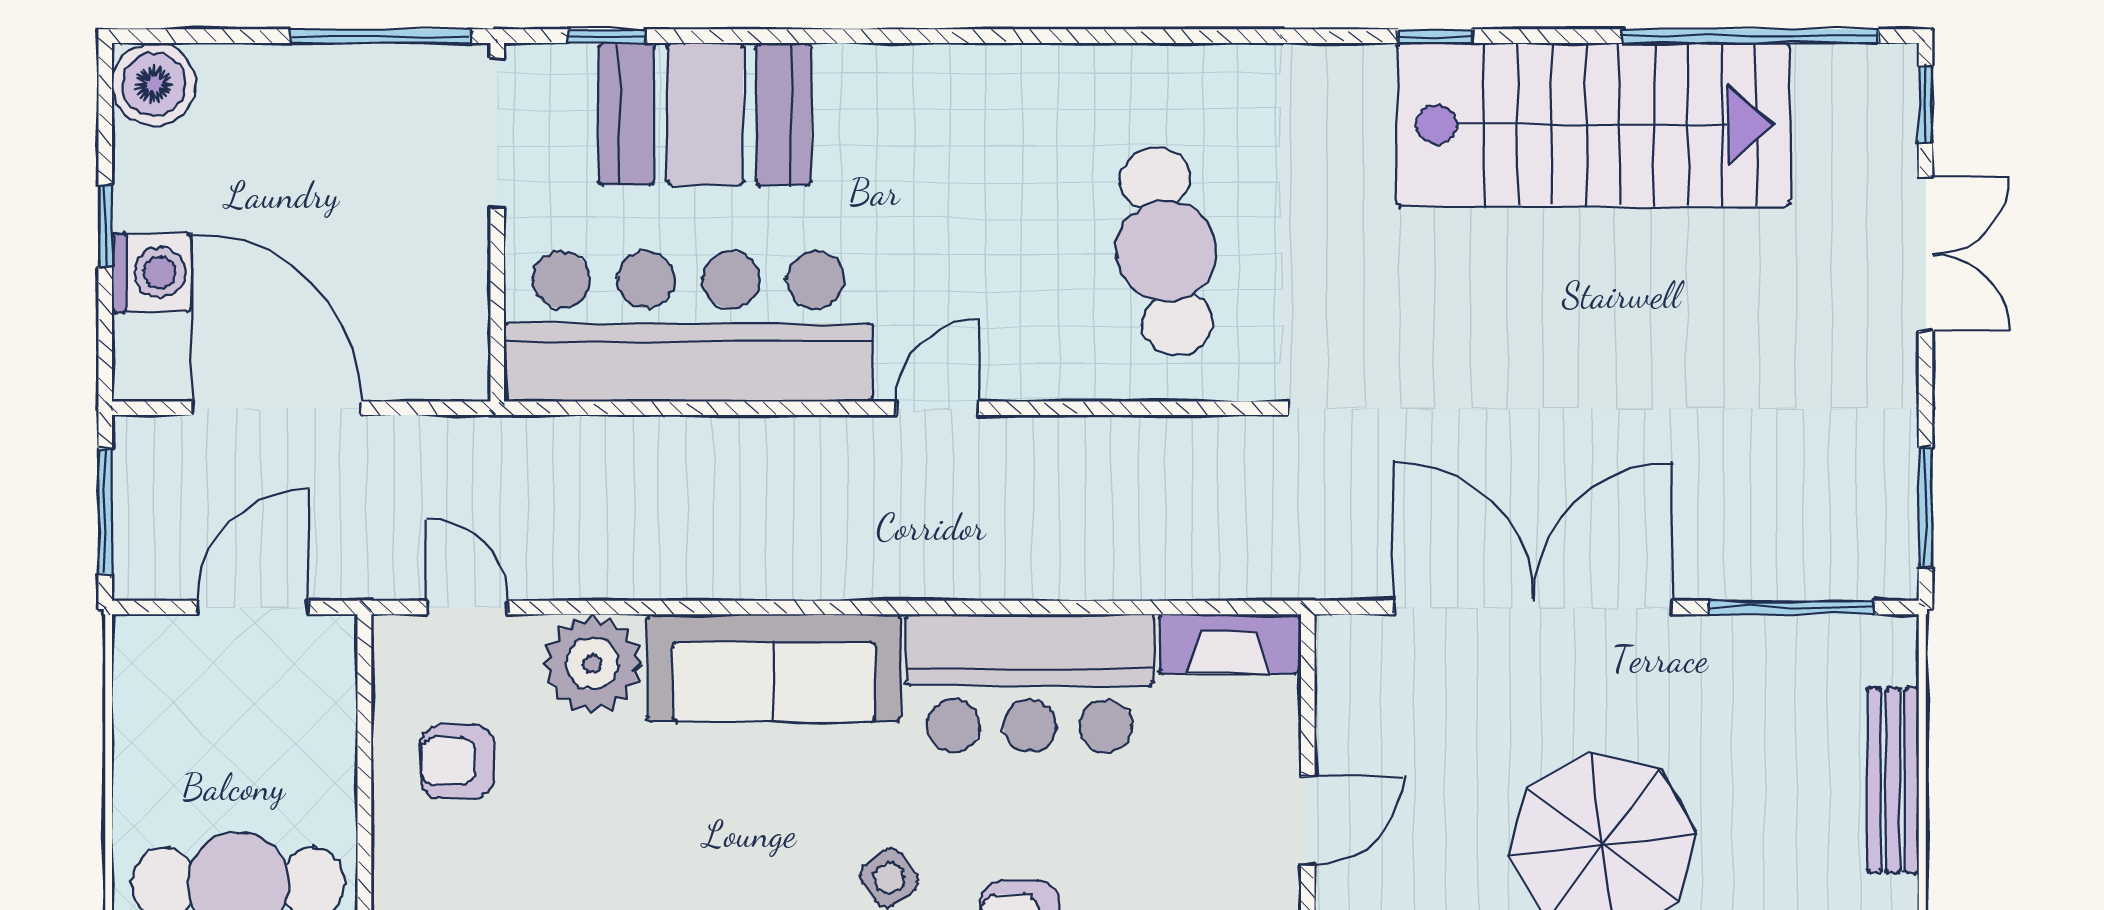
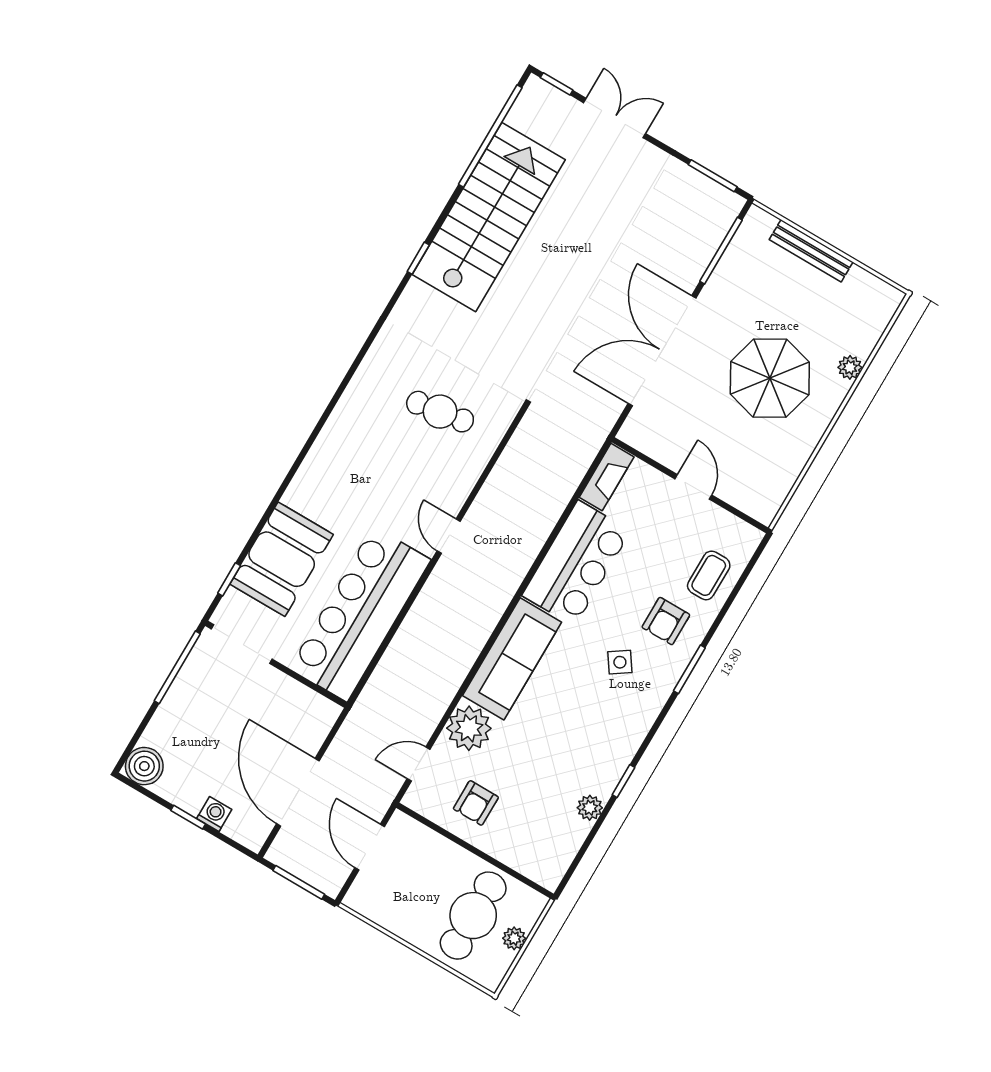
cafe table: (1166, 251) -> (440, 412), width x0.73, depth x0.74
washing machine: (152, 272) -> (214, 814), width x0.73, depth x0.73
door: (277, 408) -> (298, 792), hinge flipped

